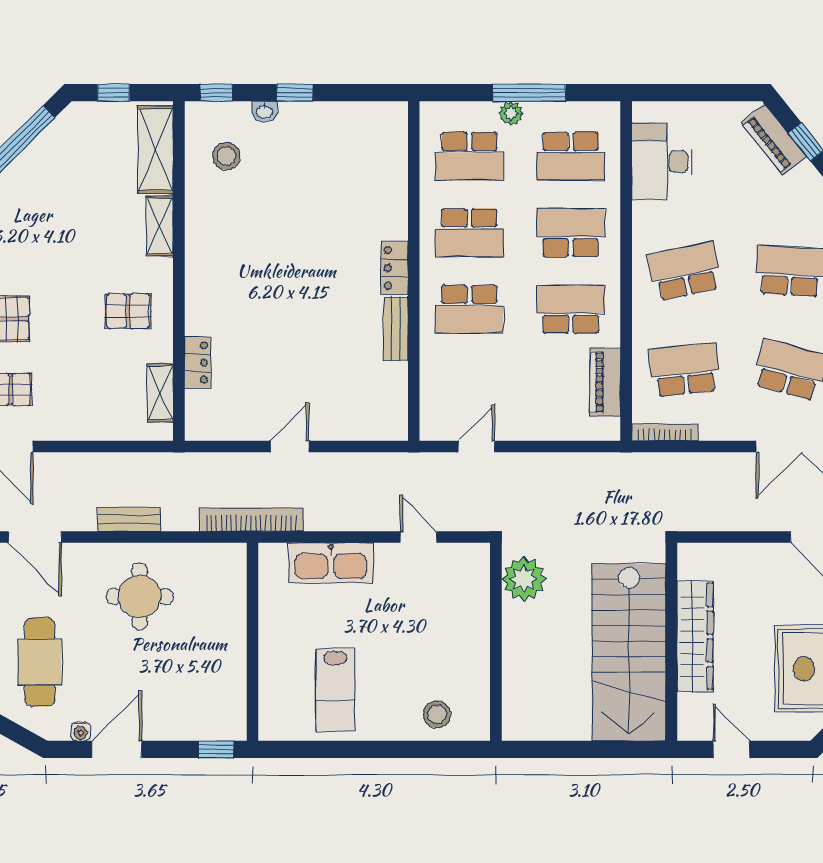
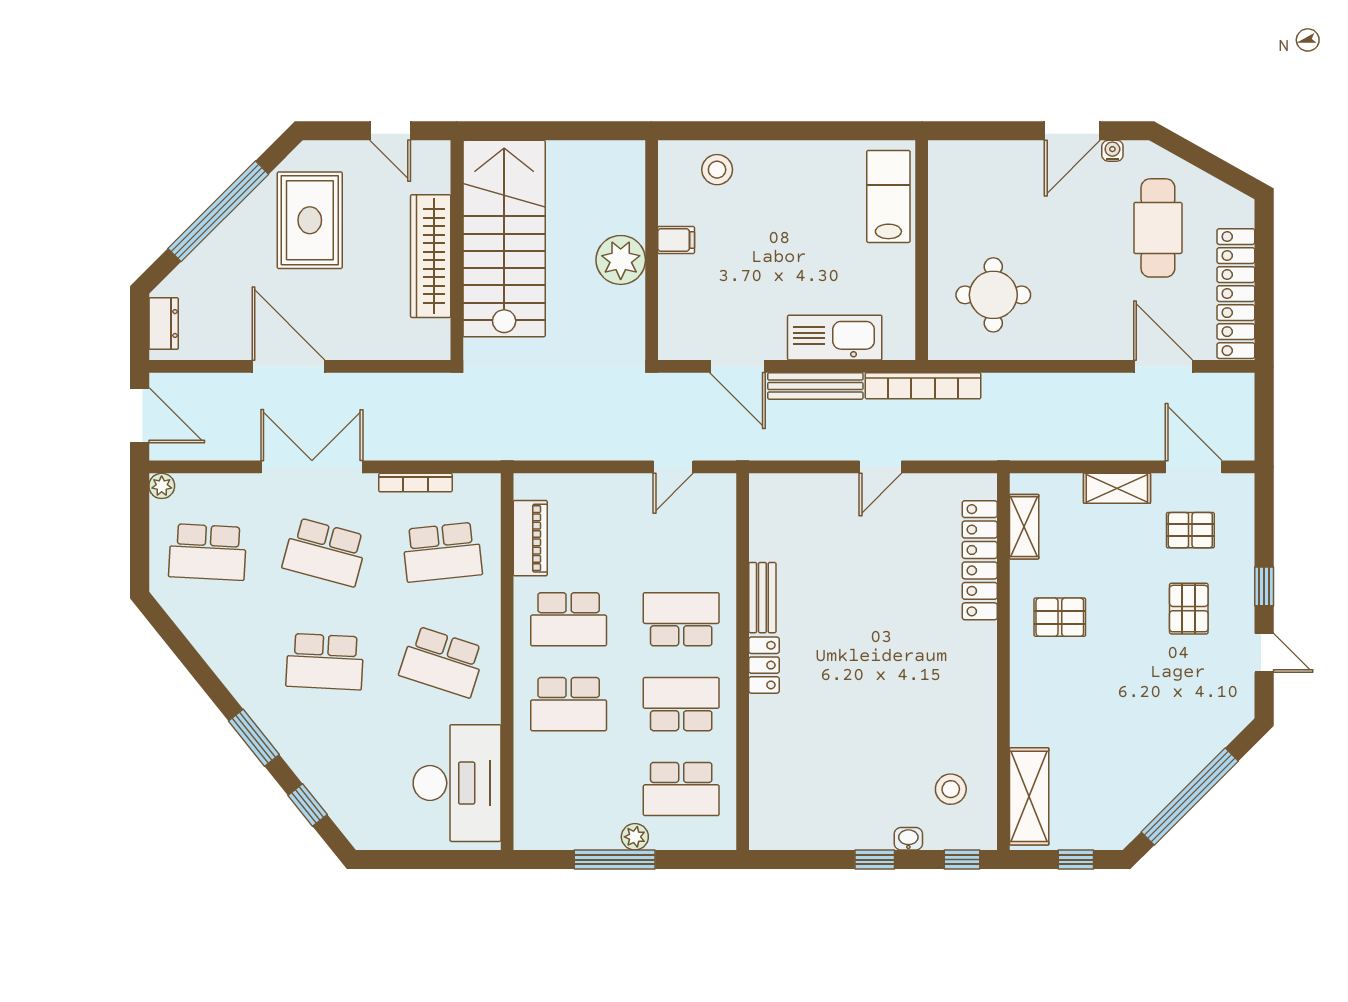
piano: (774, 139) -> (343, 808), removed
school desk: (469, 156) -> (681, 789), turned 180
school desk: (571, 156) -> (569, 789), removed
desk: (662, 162) -> (457, 783), width x1.36, depth x1.30
shelving: (160, 226) -> (1117, 488), moved, turned 90
school desk: (685, 271) -> (442, 662), turned 30
locker: (197, 362) -> (980, 560), width x2.16, depth x1.21
bookcase: (665, 432) -> (415, 483), moved
bench: (129, 519) -> (815, 386), moved, width x1.36
door: (419, 537) -> (737, 366), width x1.38
plant: (524, 579) -> (621, 260), moved
round table: (140, 596) -> (993, 295), moved
filing cabinet: (474, 651) -> (676, 240), added
lab bench: (335, 690) -> (888, 196), moved
window: (216, 749) -> (962, 131), removed

